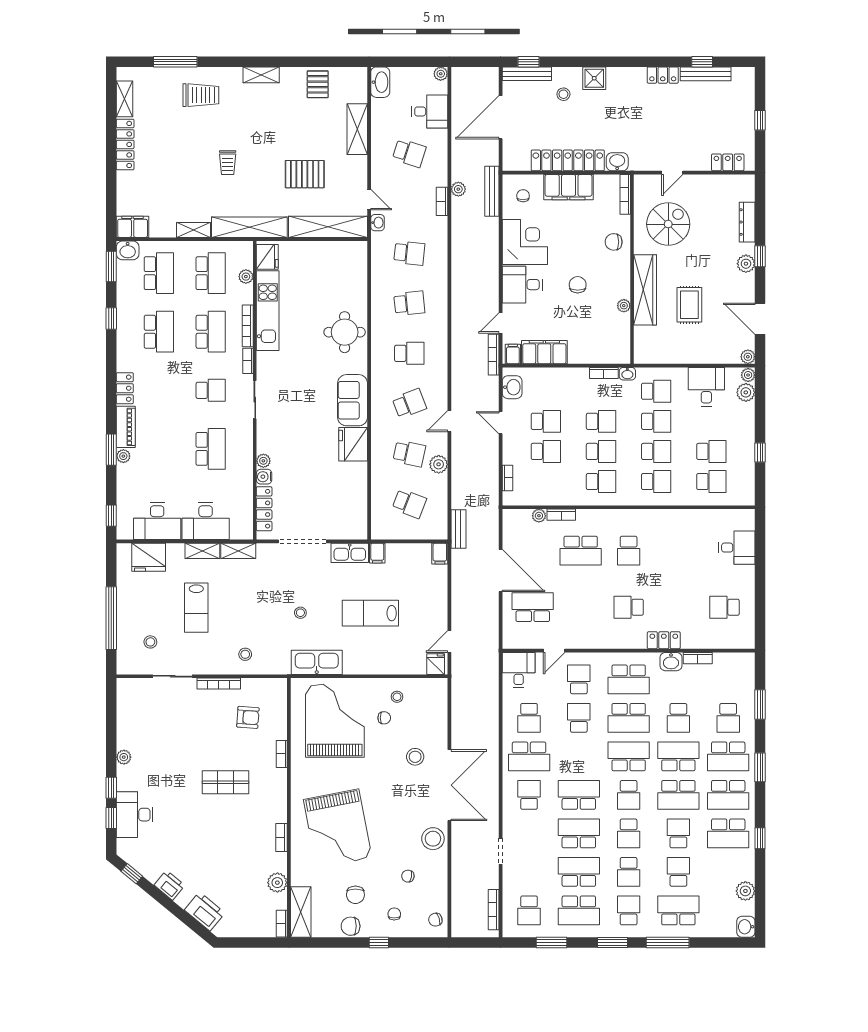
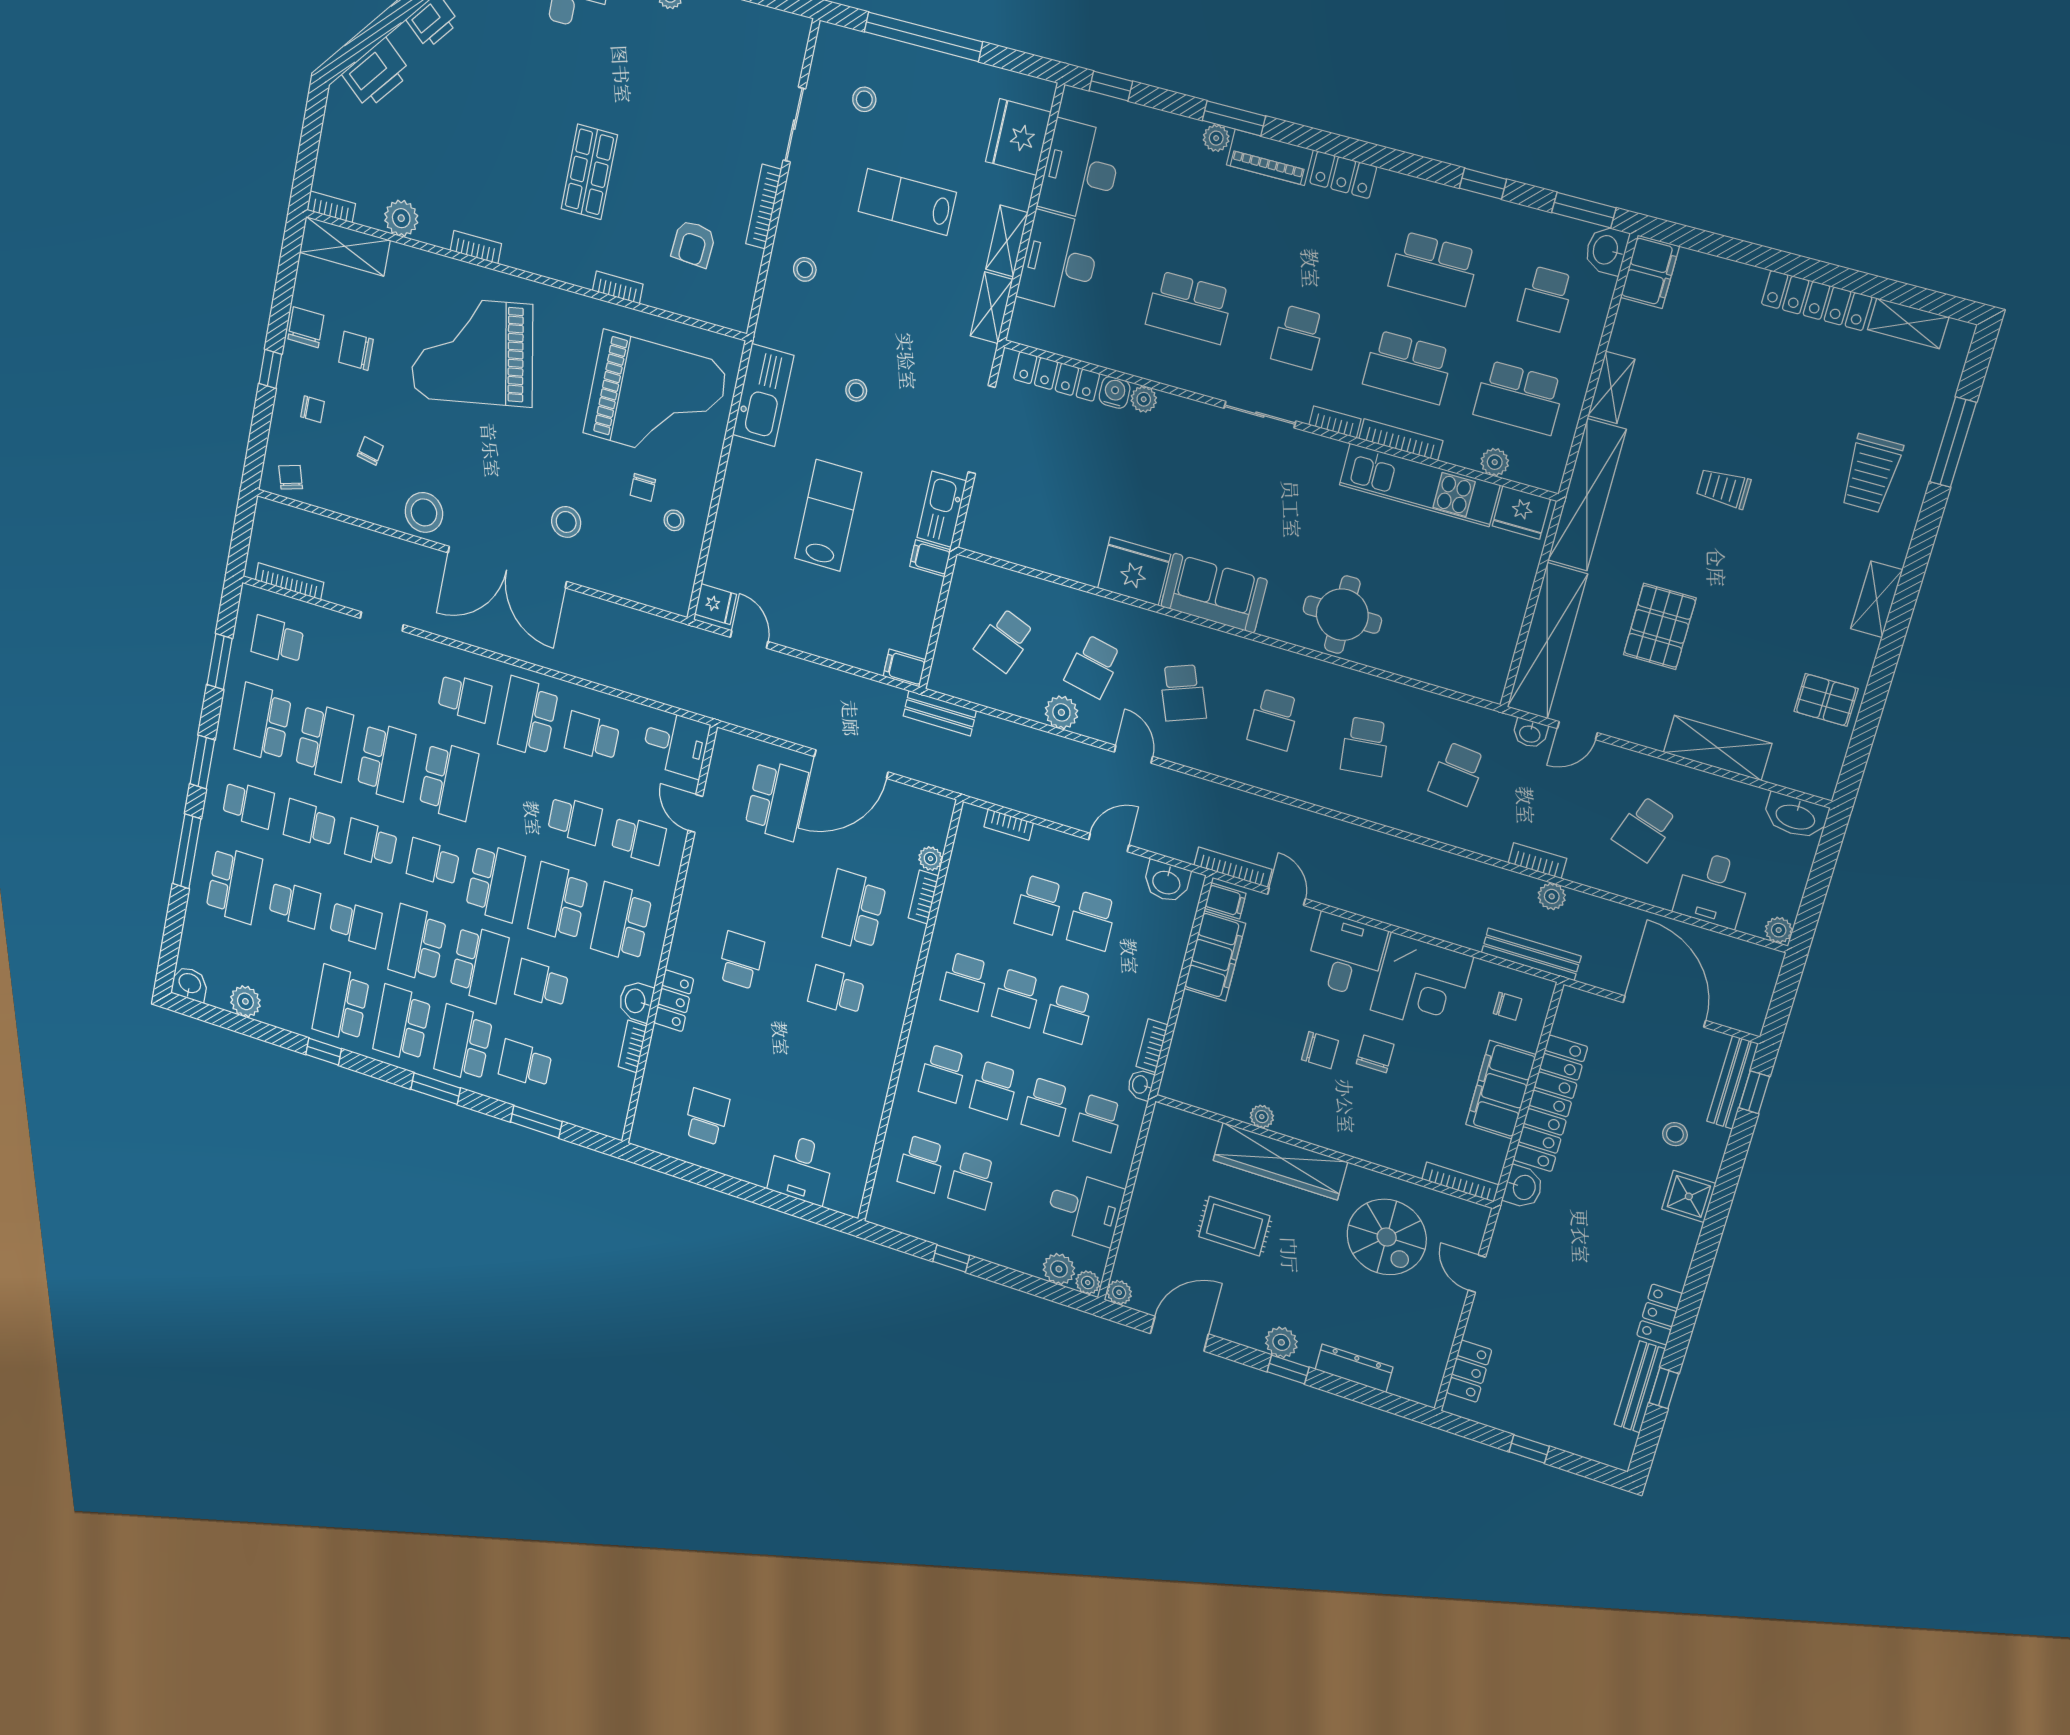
chair: (614, 242) -> (1375, 1054), moved
school desk: (159, 273) -> (1546, 299), width x0.54

